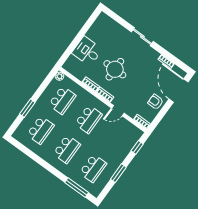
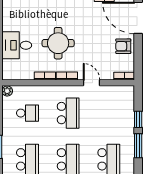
school desk: (62, 100) -> (27, 113), width x0.54
door: (118, 111) -> (92, 83), swing flipped
window: (137, 147) -> (138, 119), moved

